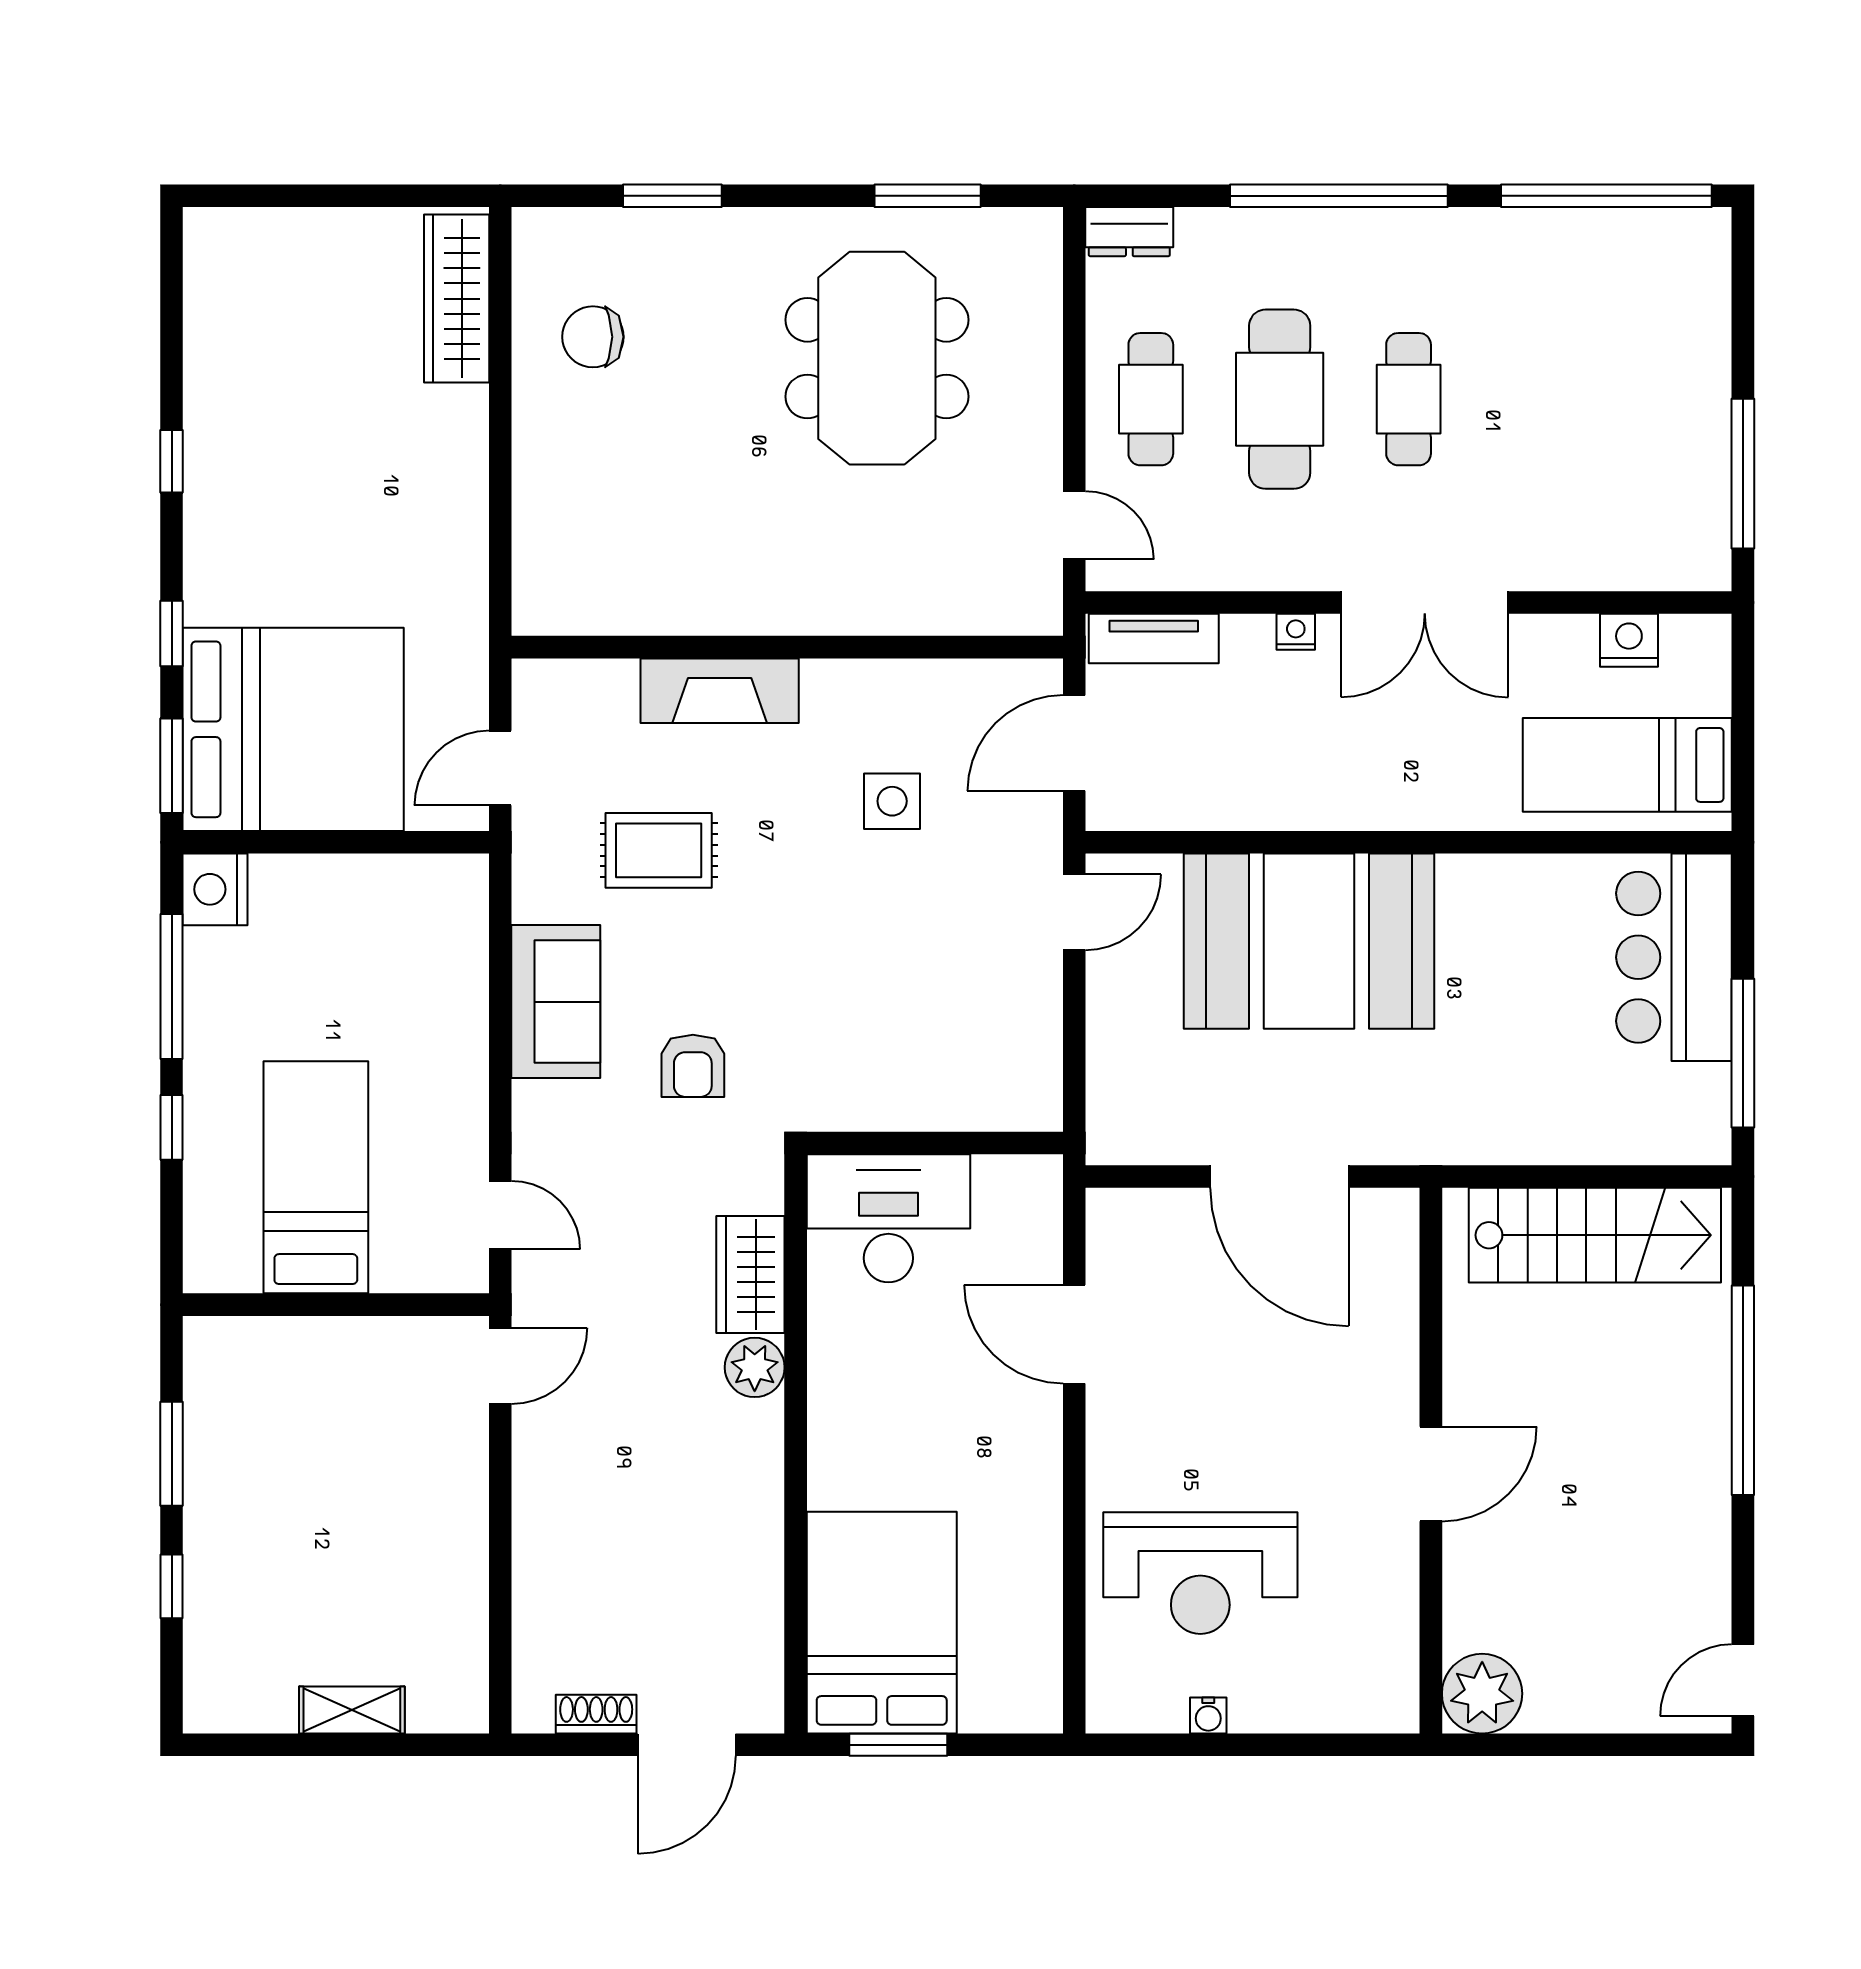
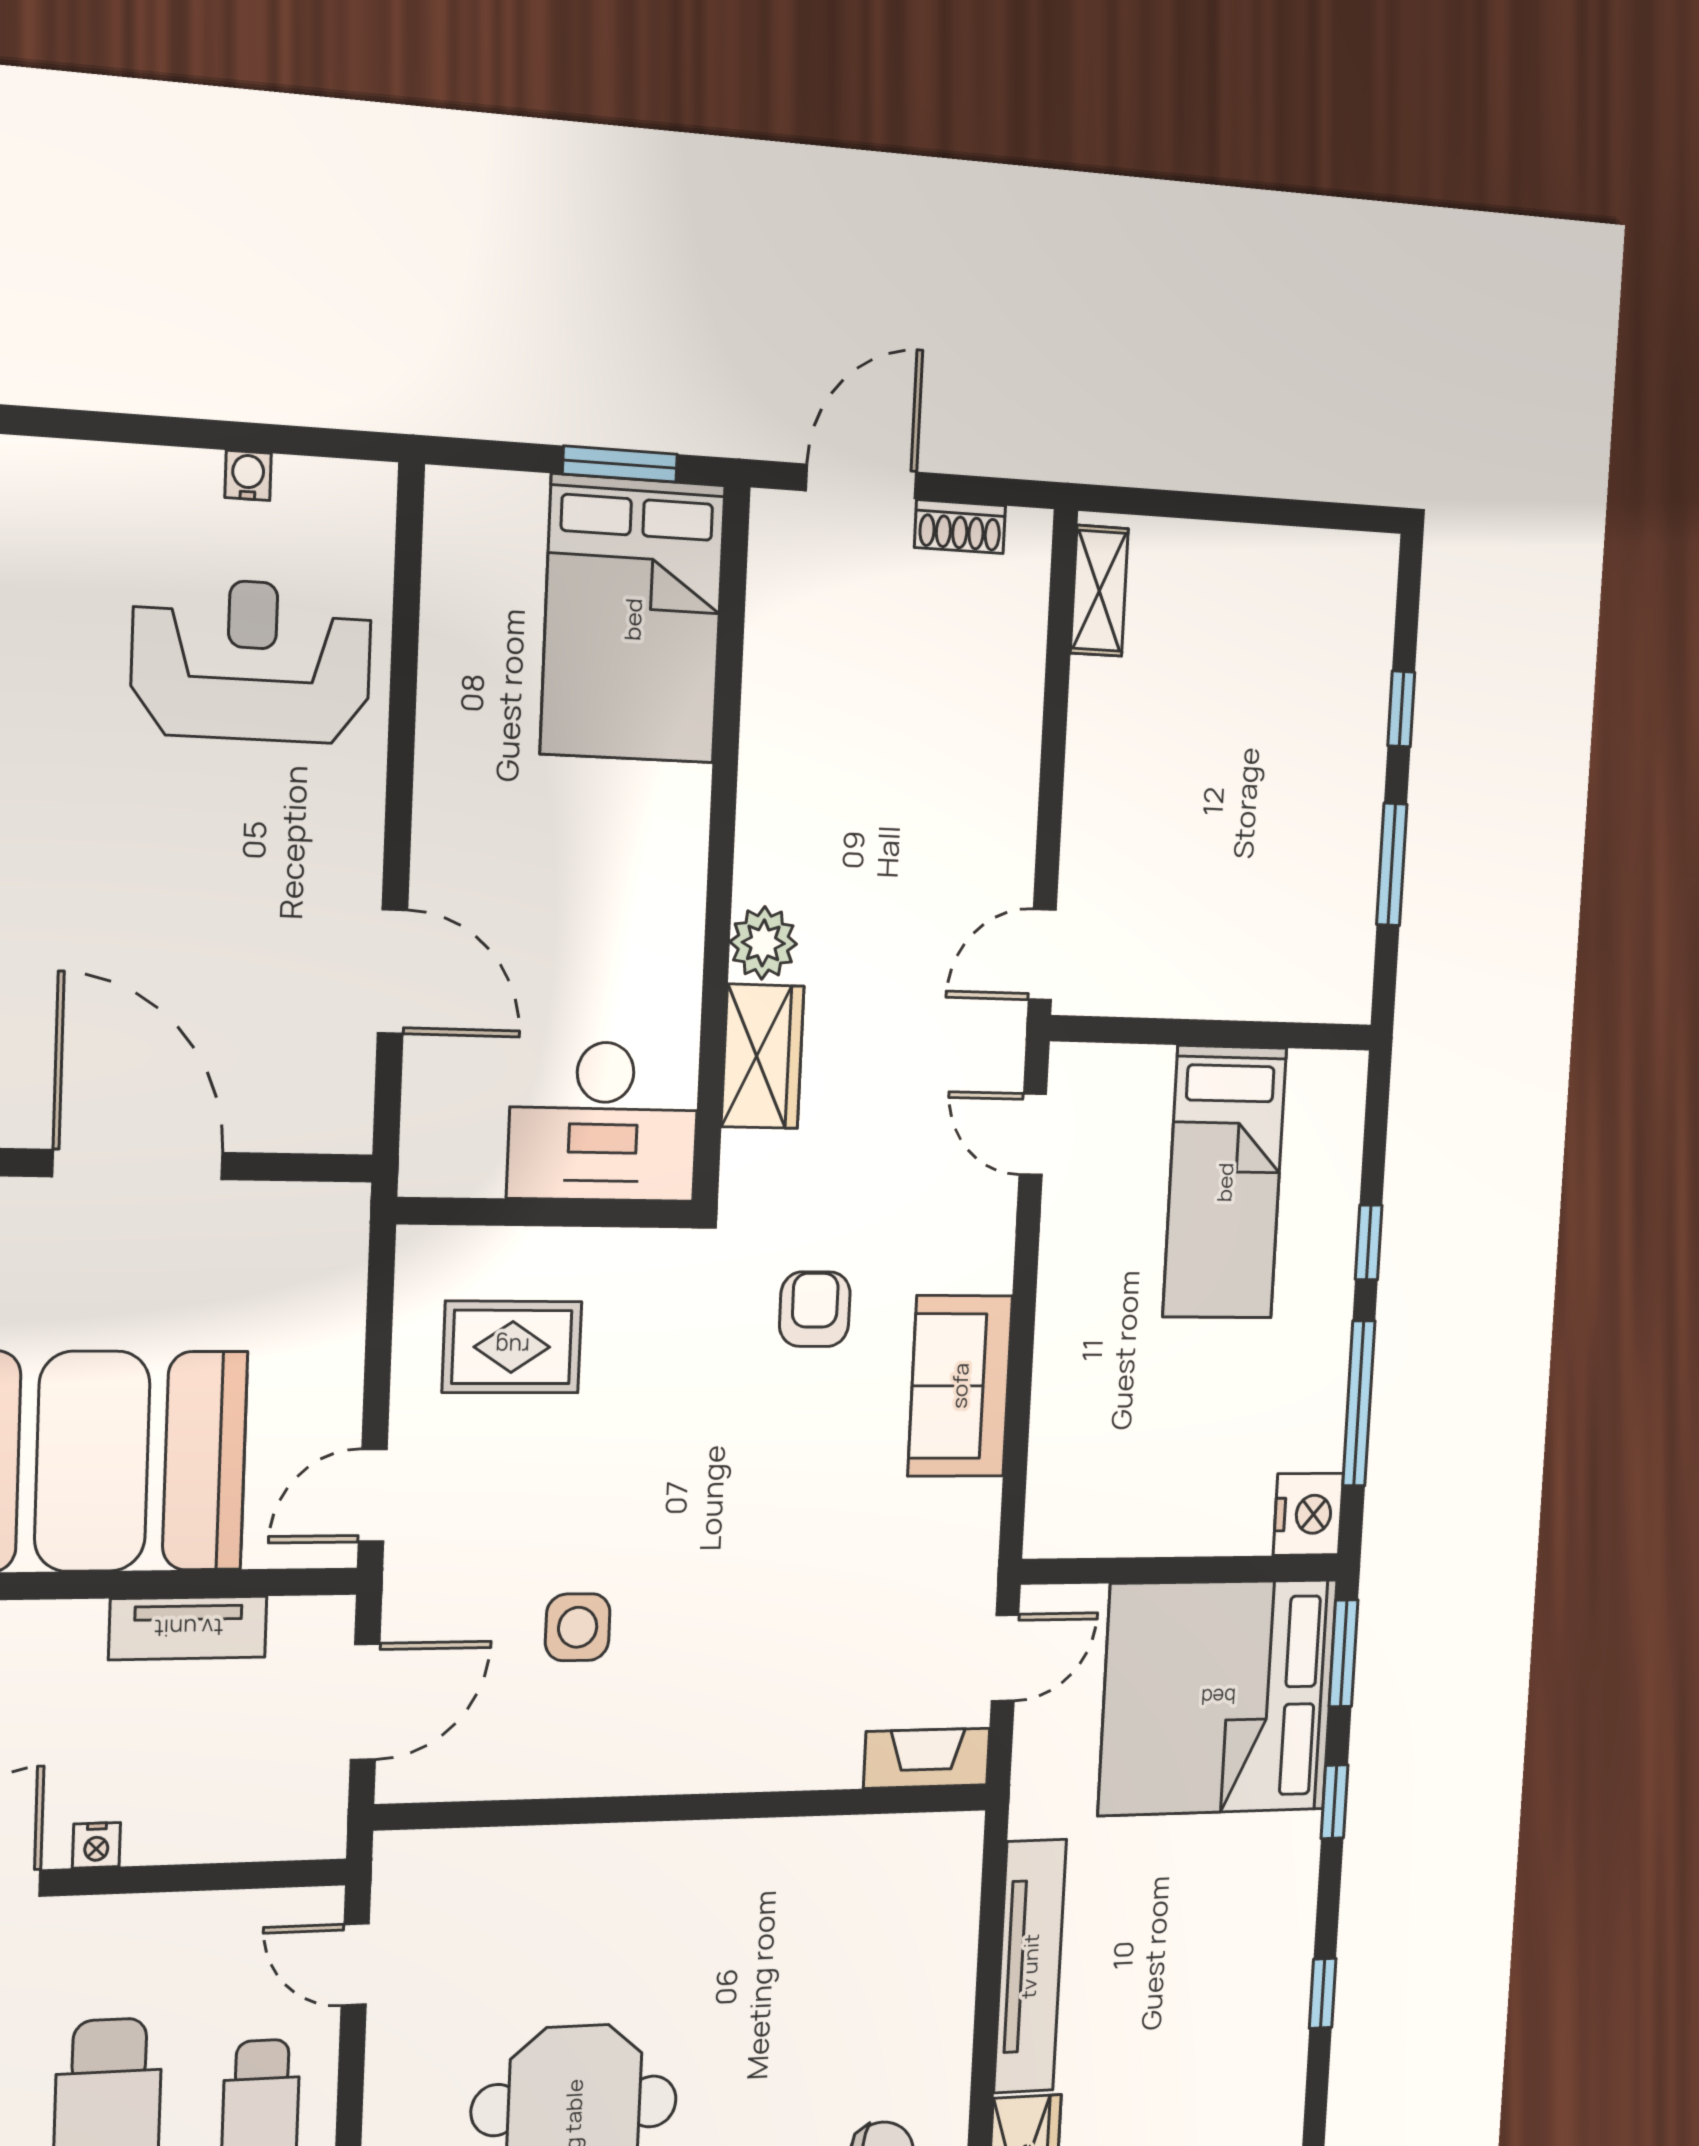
tv unit: (461, 498) -> (1030, 1966), added
tv unit: (1154, 638) -> (188, 1628), moved, turned 180
fireplace: (720, 691) -> (927, 1758), moved, width x0.73, depth x0.76
rug: (659, 850) -> (512, 1347), moved
shelving: (352, 1710) -> (1099, 591), moved, turned 90

